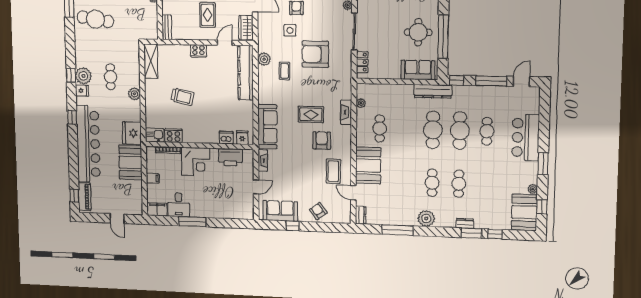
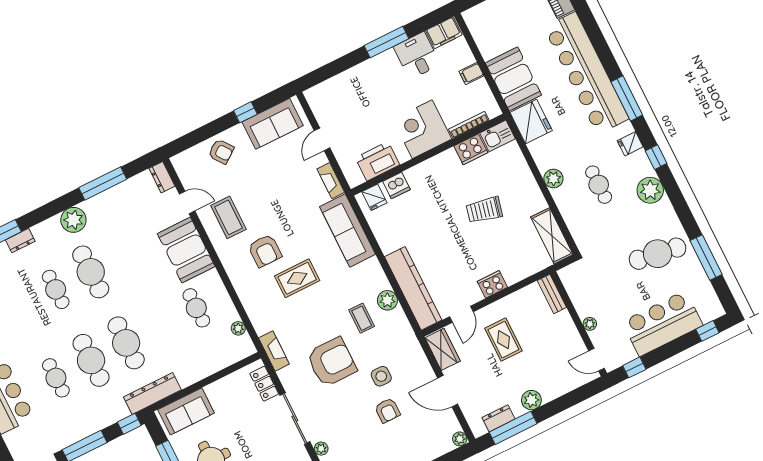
plant: (264, 59) -> (387, 300), moved
plant: (83, 76) -> (650, 190), moved
fireplace: (346, 112) -> (274, 351), moved
window: (72, 117) -> (627, 98), width x2.17
cafe table: (432, 183) -> (91, 272), width x1.37, depth x1.35

